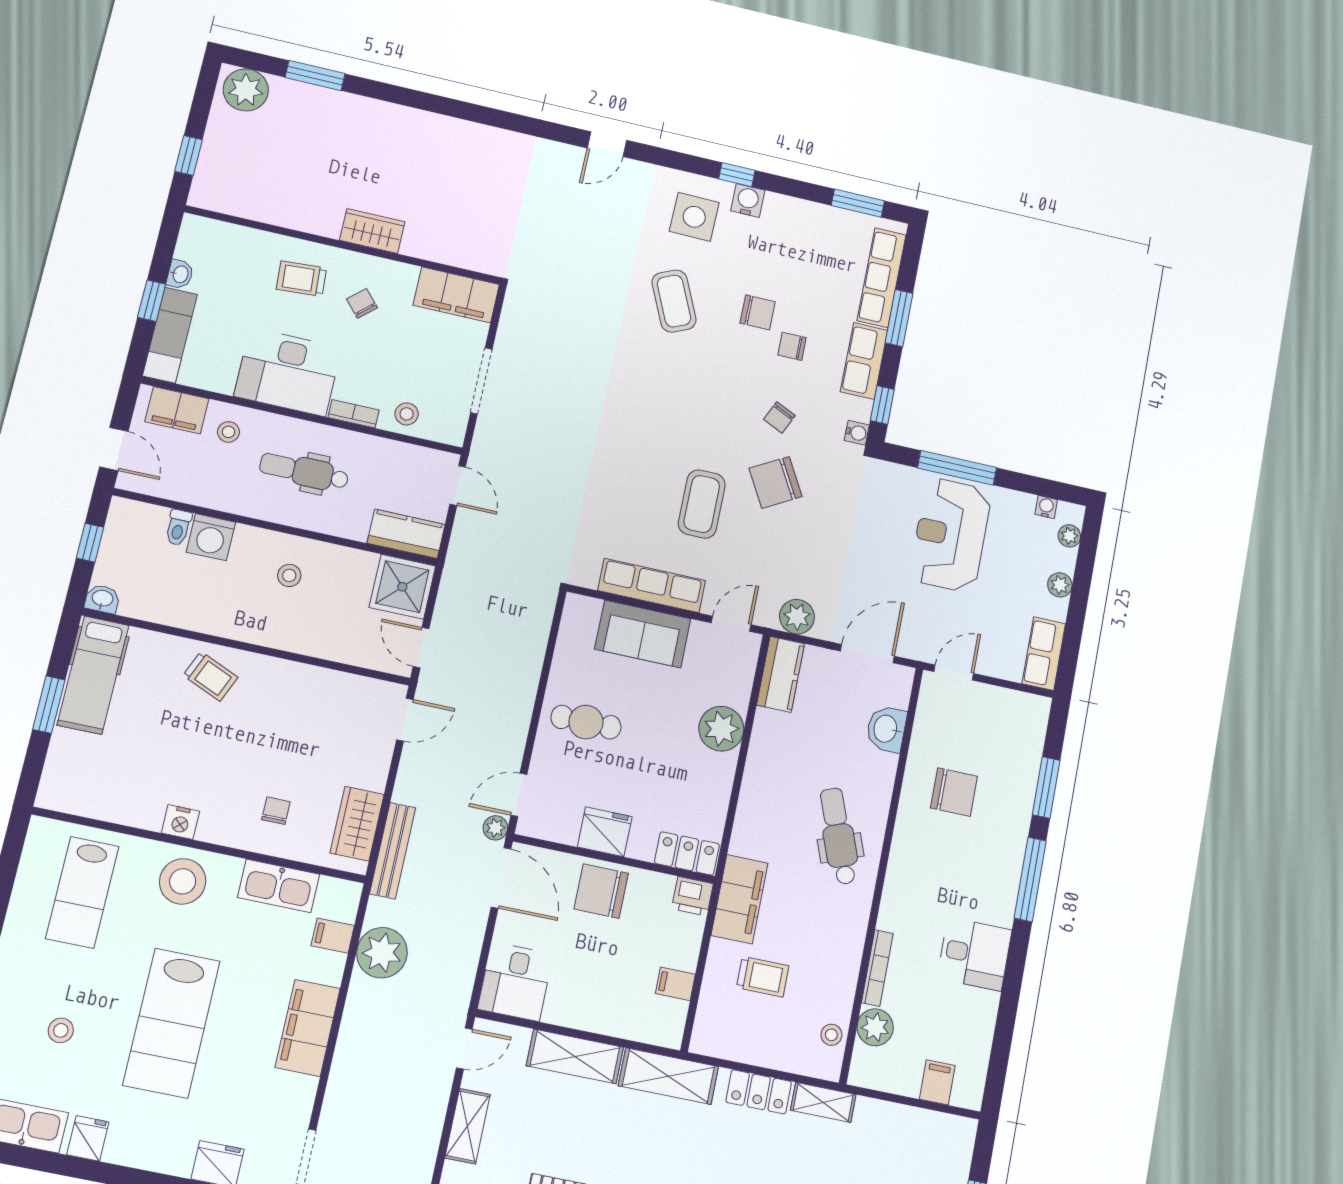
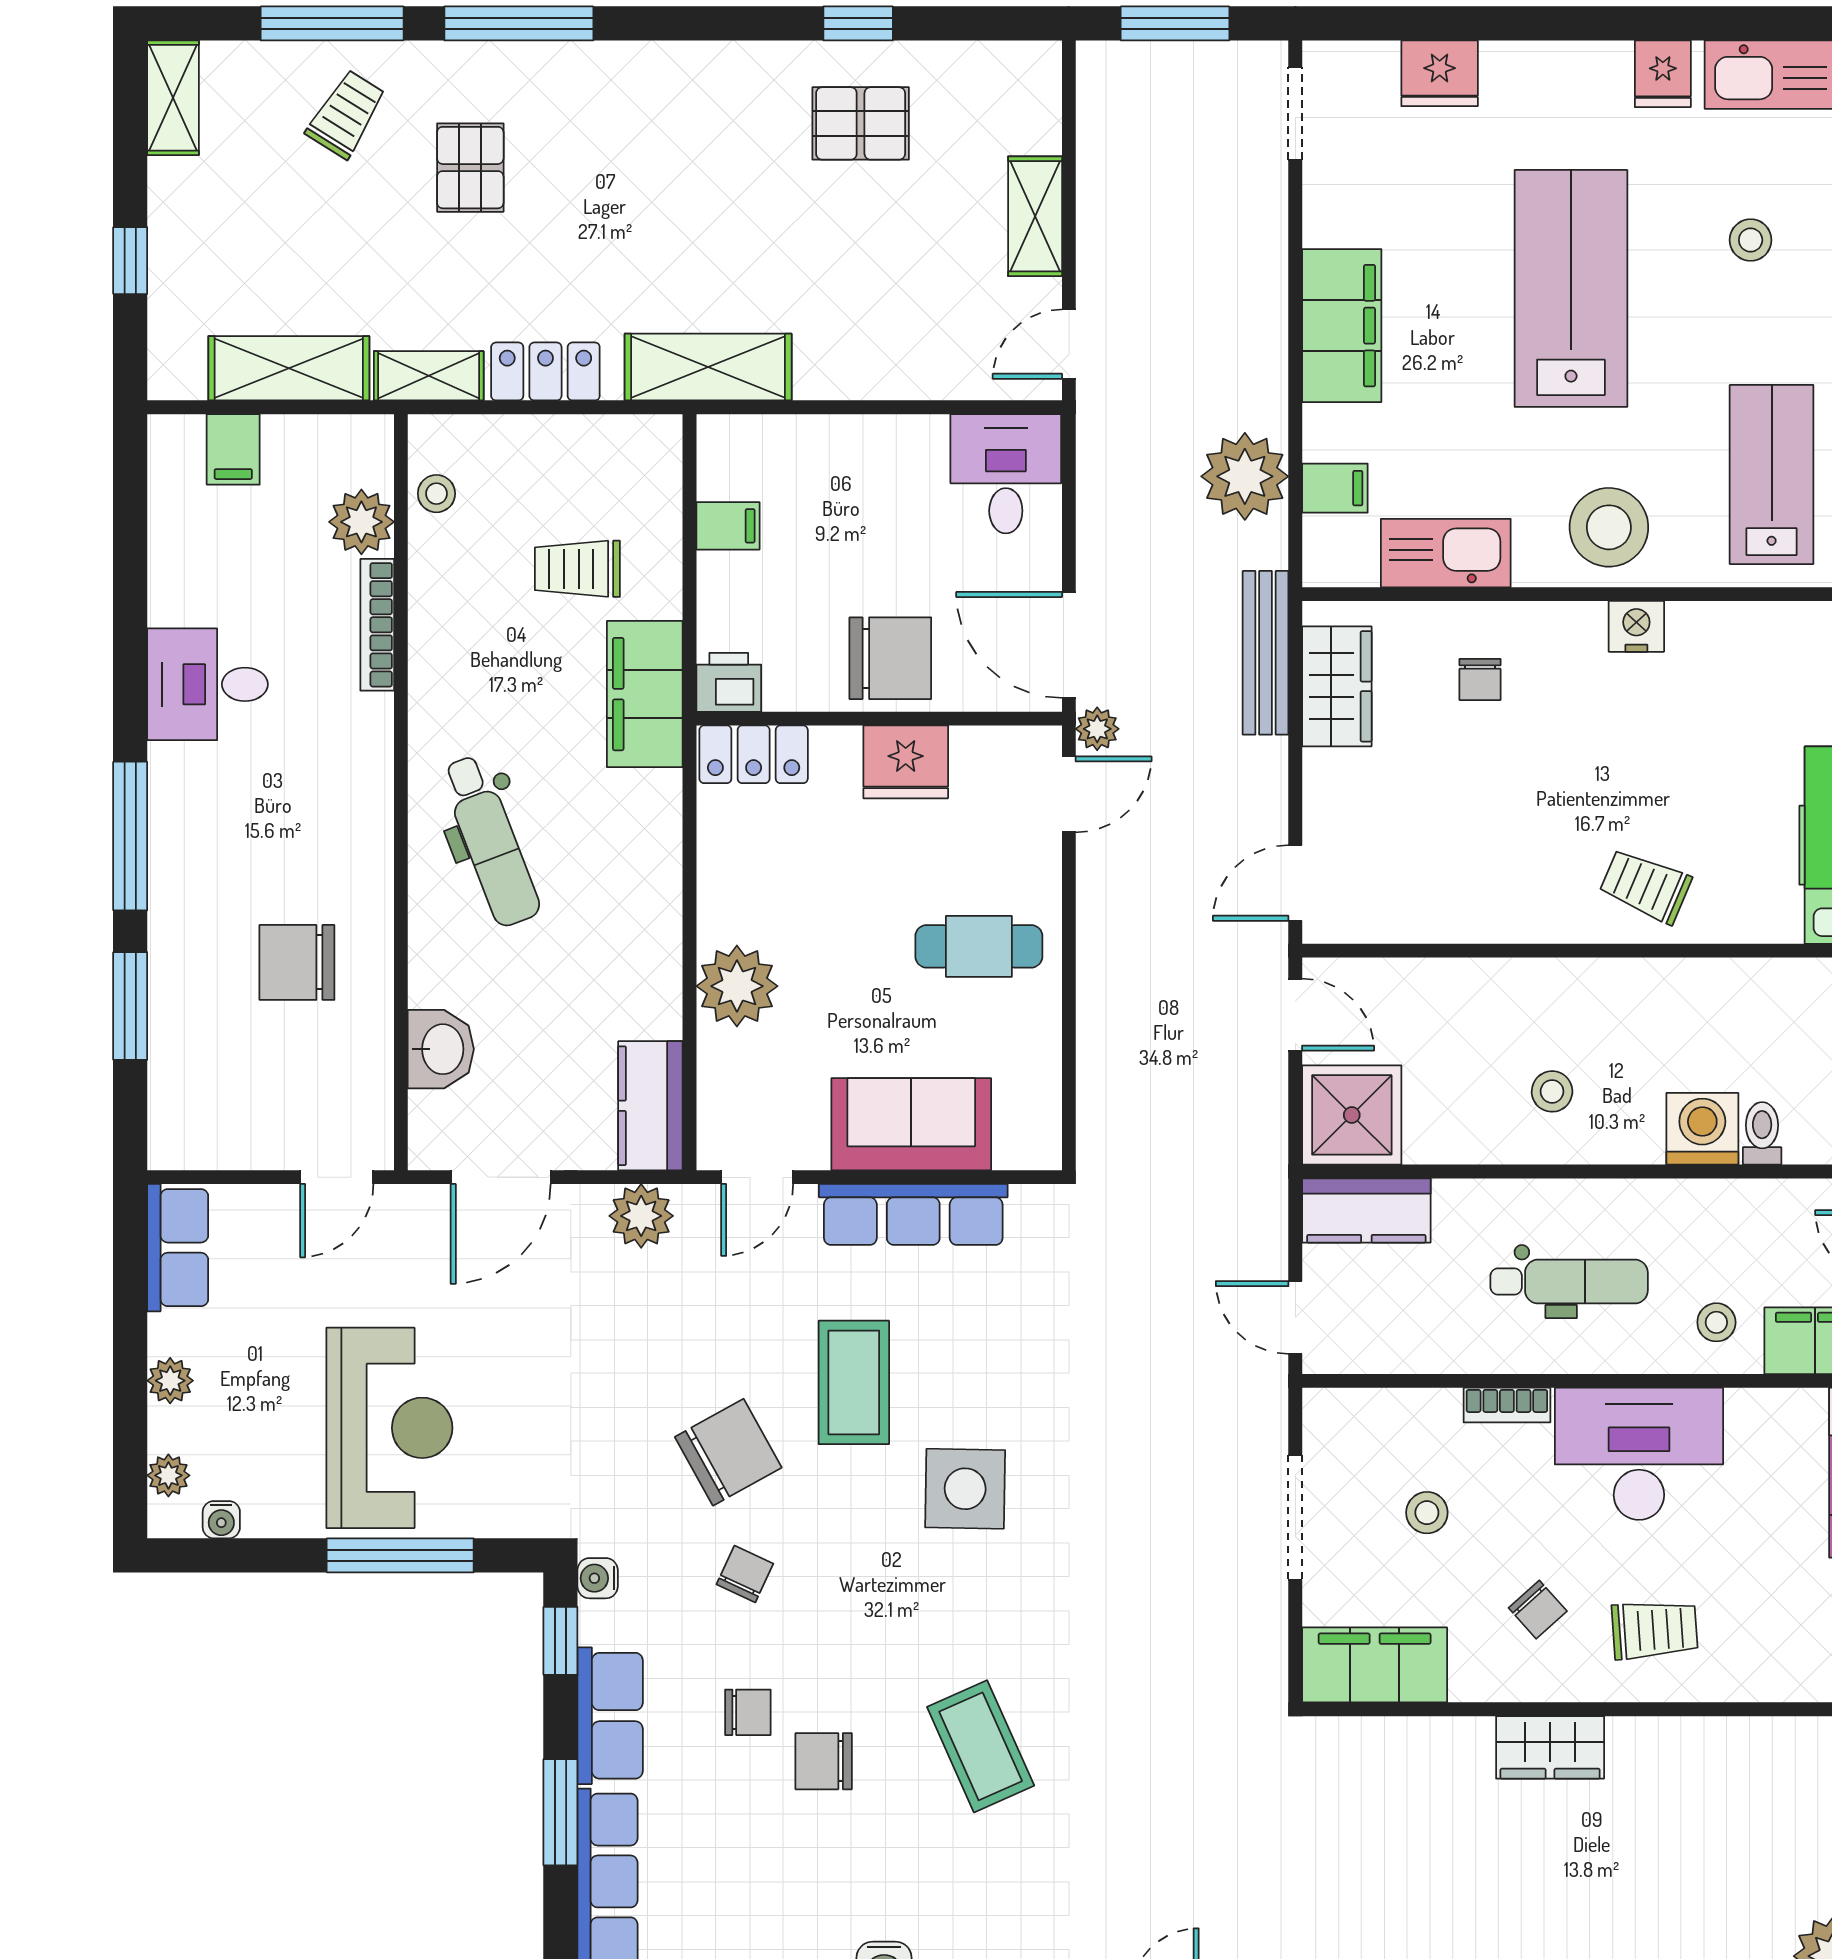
side table: (694, 217) -> (965, 1489), moved
stool: (407, 414) -> (1427, 1513), moved
shelving: (575, 1056) -> (289, 368), moved

